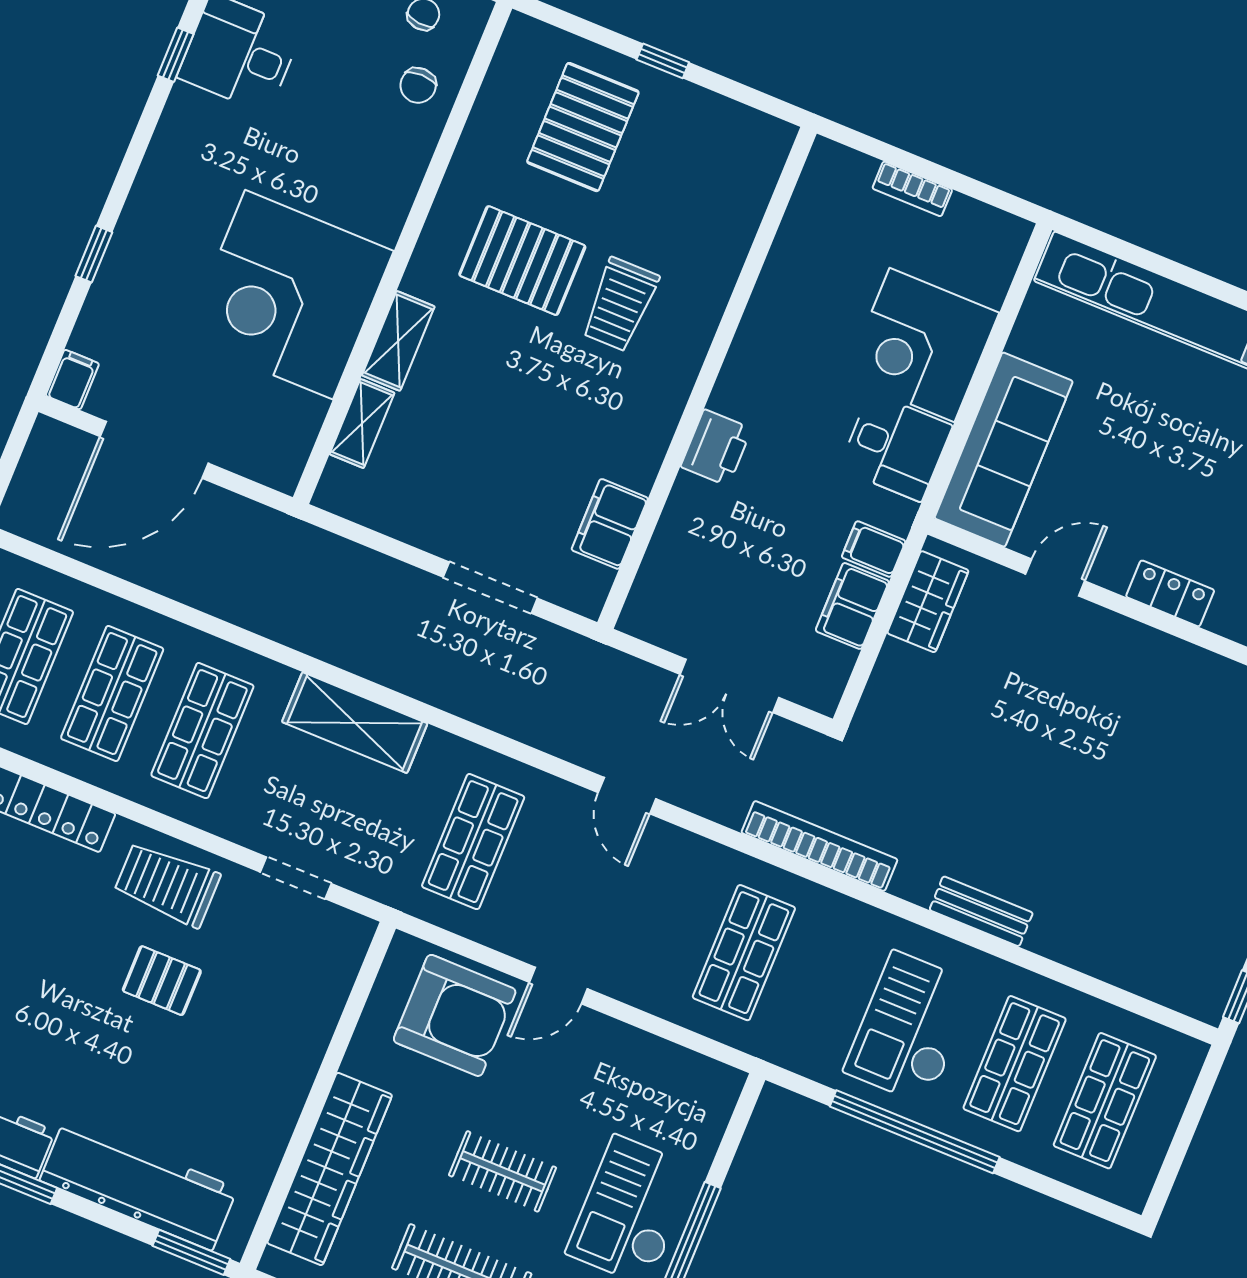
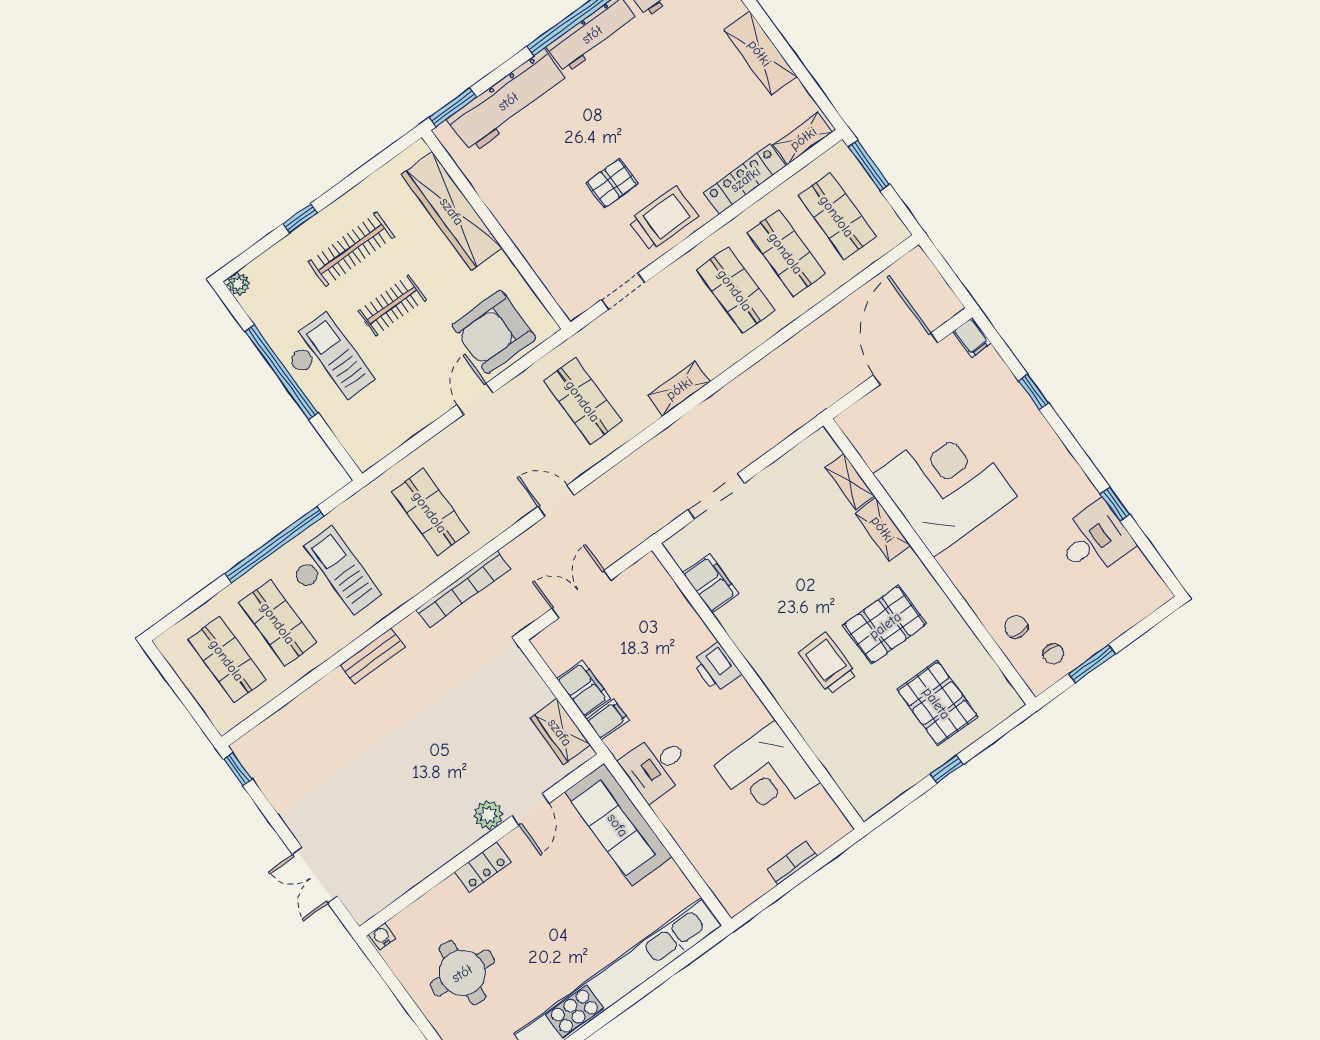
corner desk: (922, 345) -> (767, 773), moved, turned 180
plant: (1097, 629) -> (488, 815), added
shelving: (355, 723) -> (679, 388), width x0.67, depth x0.75

